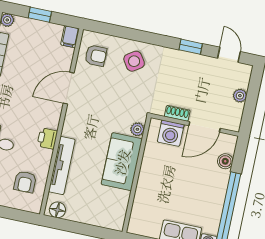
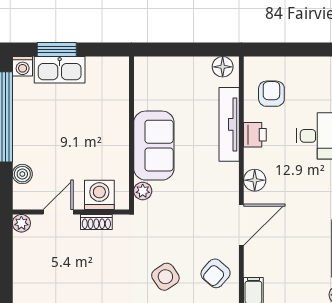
armchair: (96, 56) -> (216, 273), turned -49
plant: (240, 96) -> (21, 223), moved
floor lamp: (51, 119) -> (255, 180), added
door: (204, 127) -> (58, 212), width x0.73
printer: (47, 138) -> (255, 135), moved

